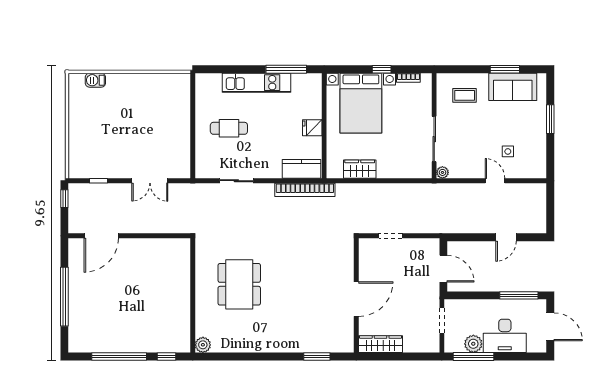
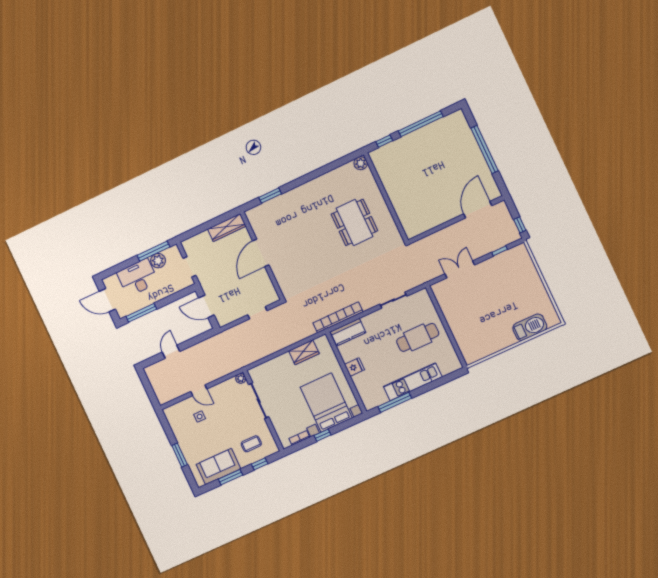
window: (466, 69) -> (260, 464), added
barbecue: (95, 80) -> (530, 327), width x1.88, depth x1.53
cafe table: (229, 128) -> (418, 337), width x1.37, depth x1.35

